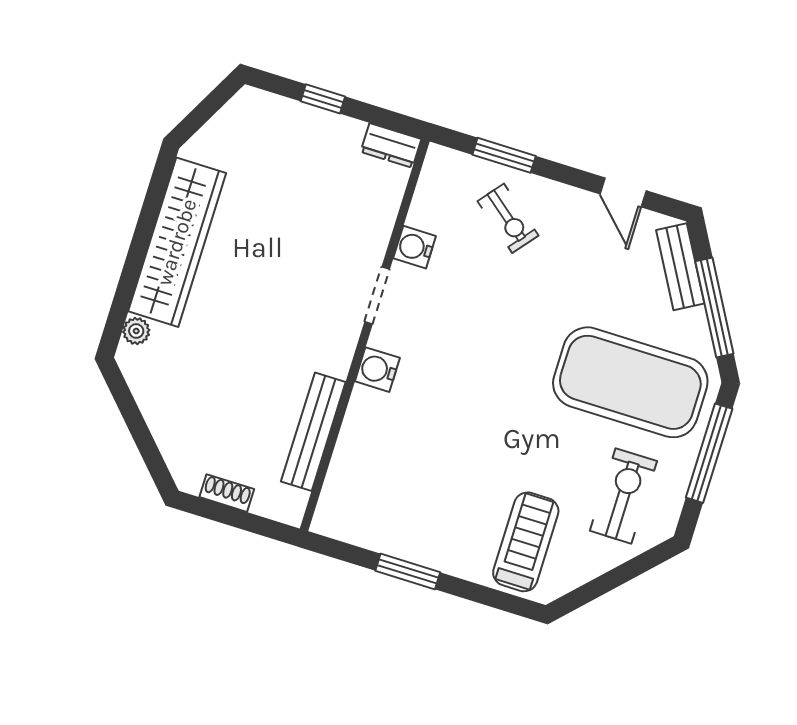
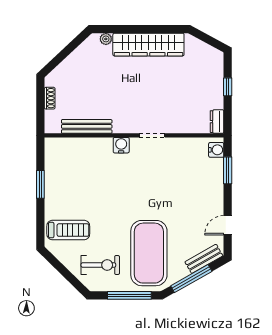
exercise bike: (508, 218) -> (202, 180), removed
water cooler: (415, 247) -> (216, 150), moved, turned 90

